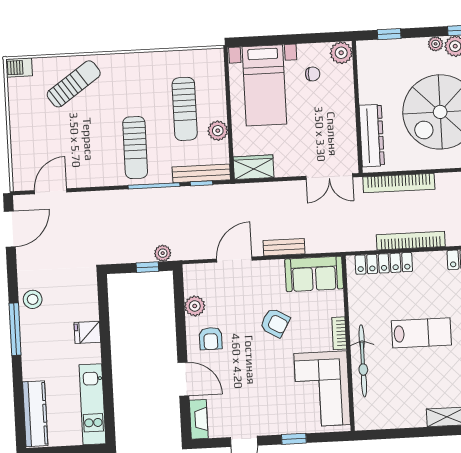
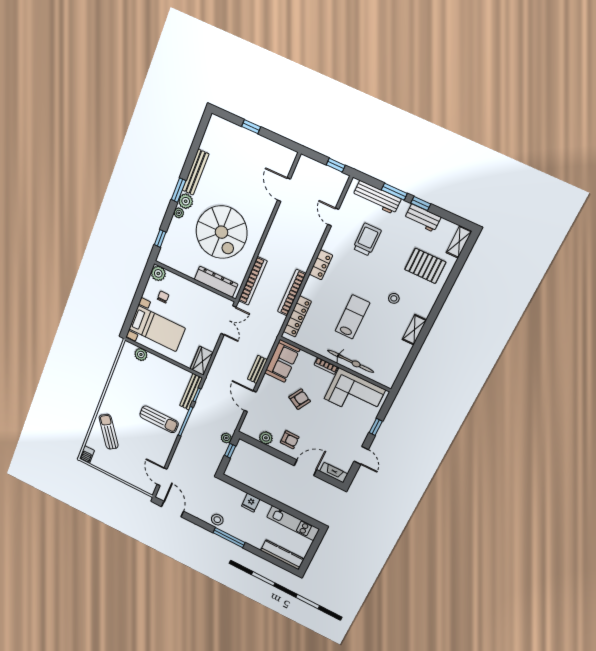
sun lounger: (185, 109) -> (150, 381), removed
plant: (218, 131) -> (141, 354), moved

